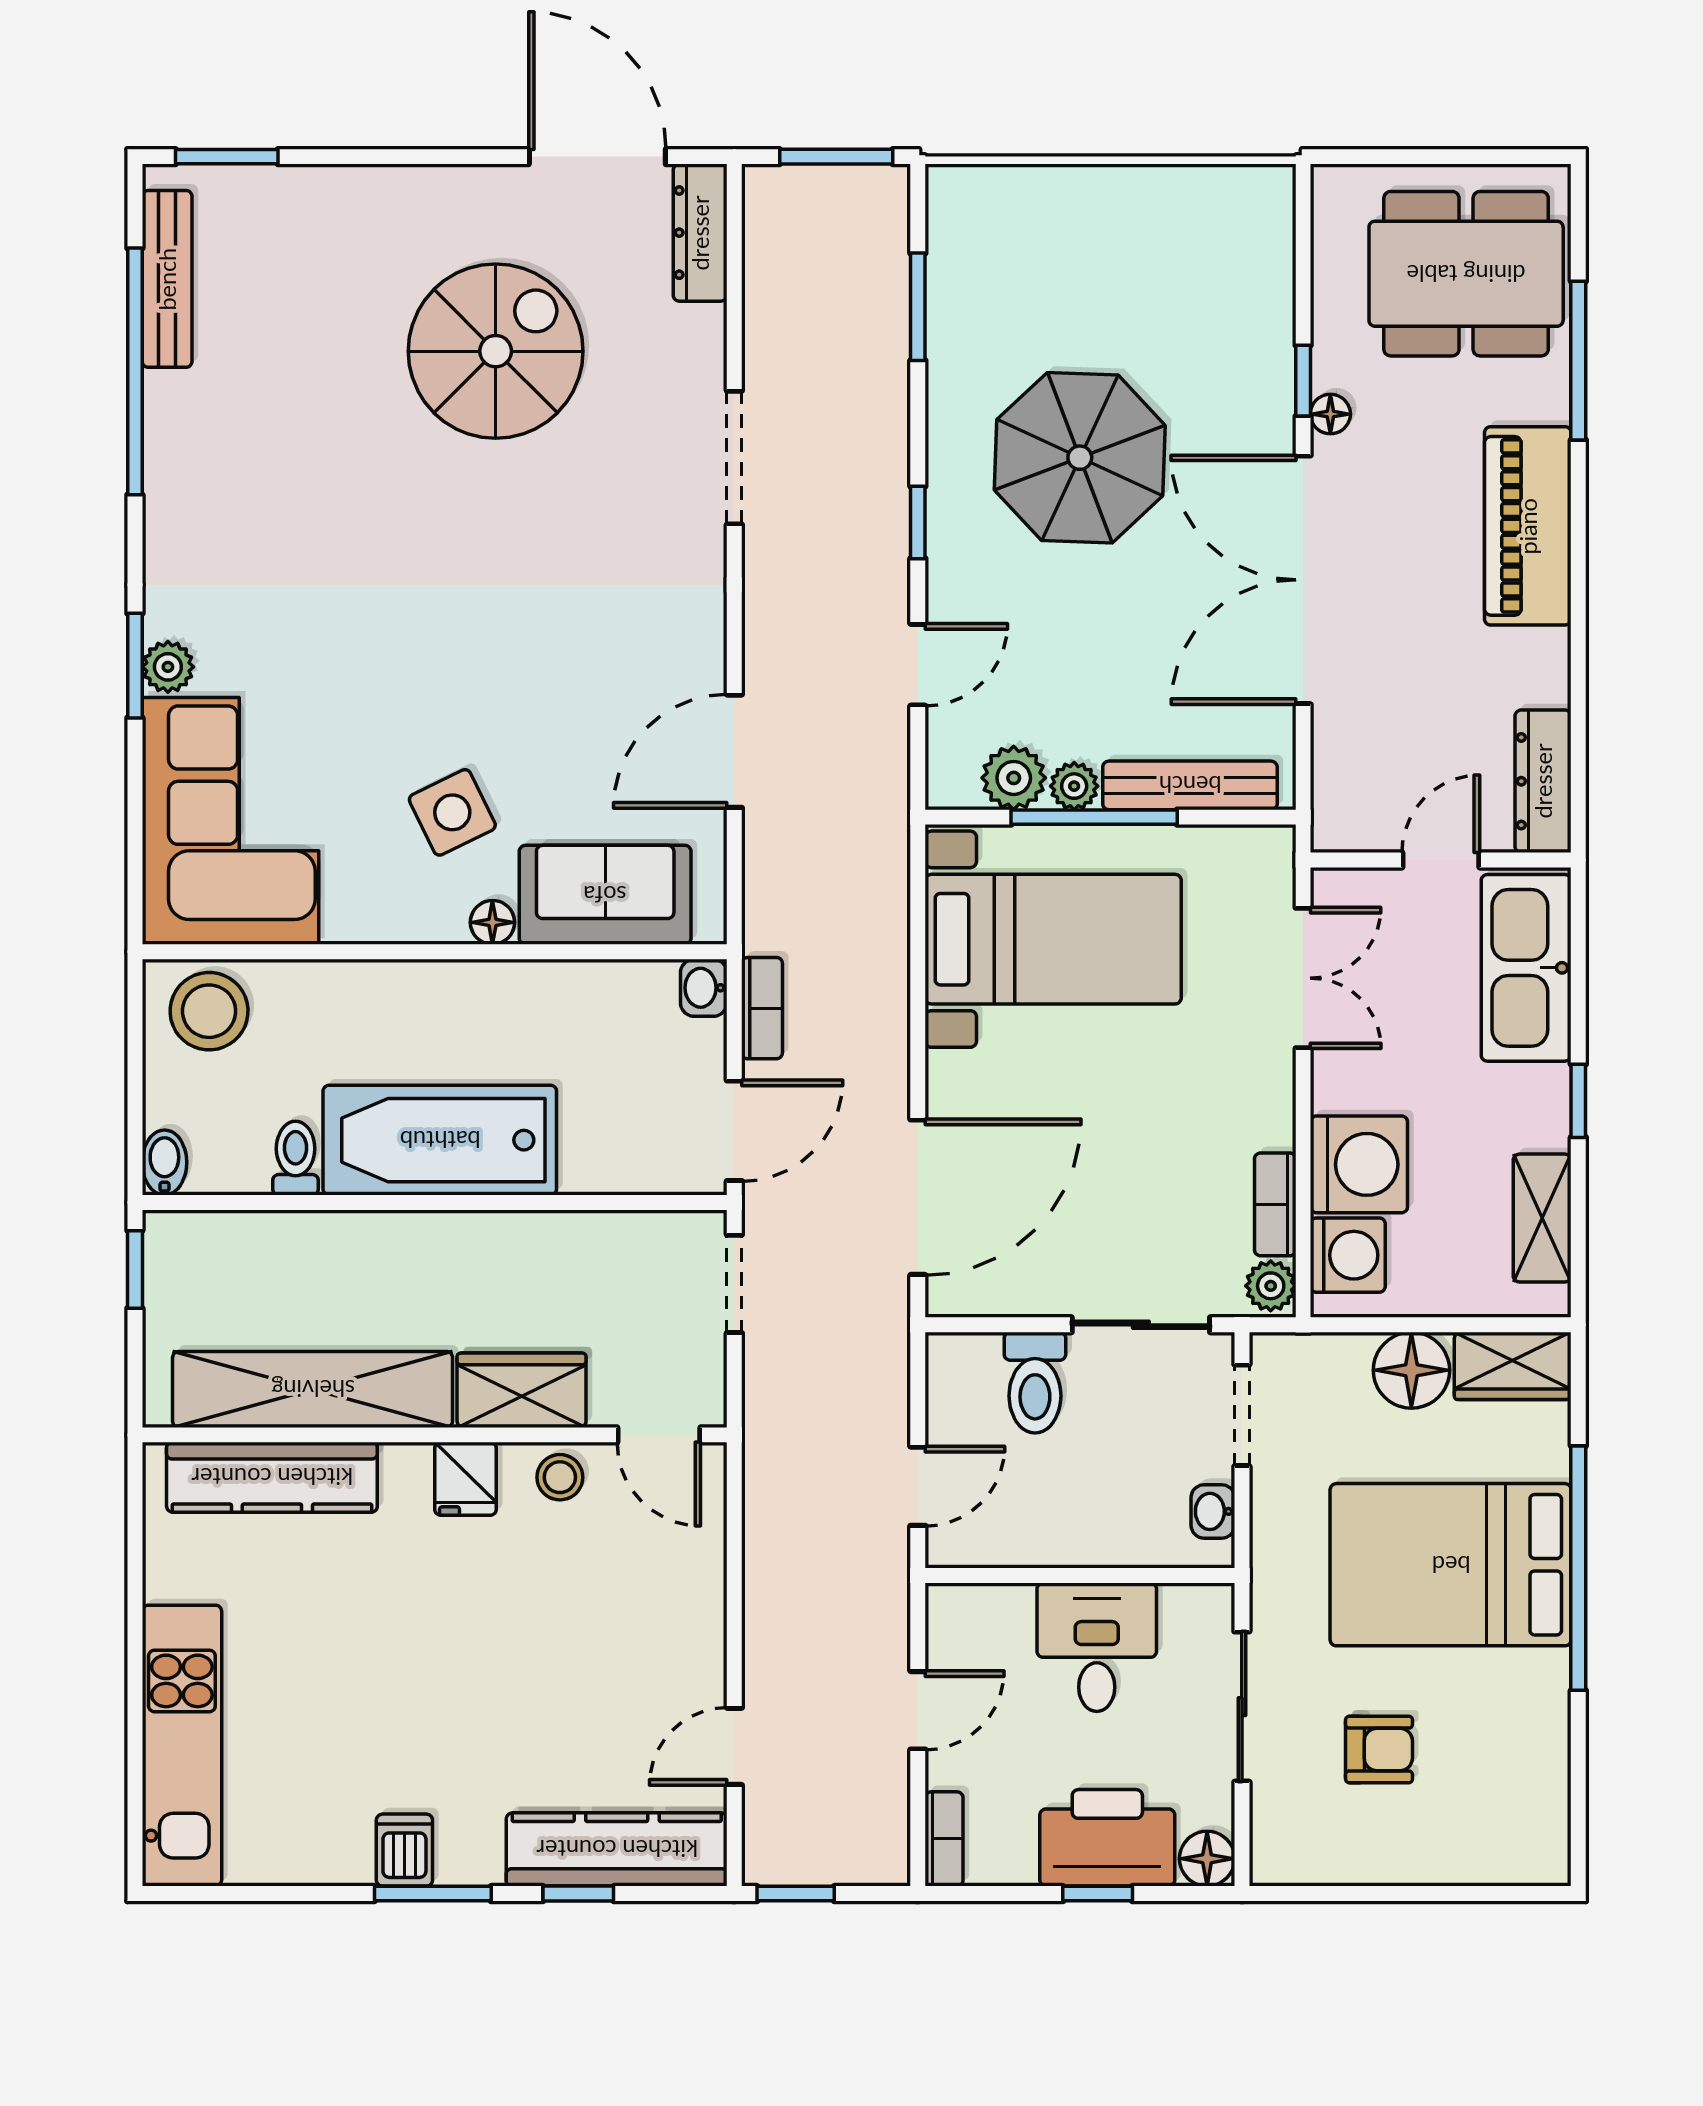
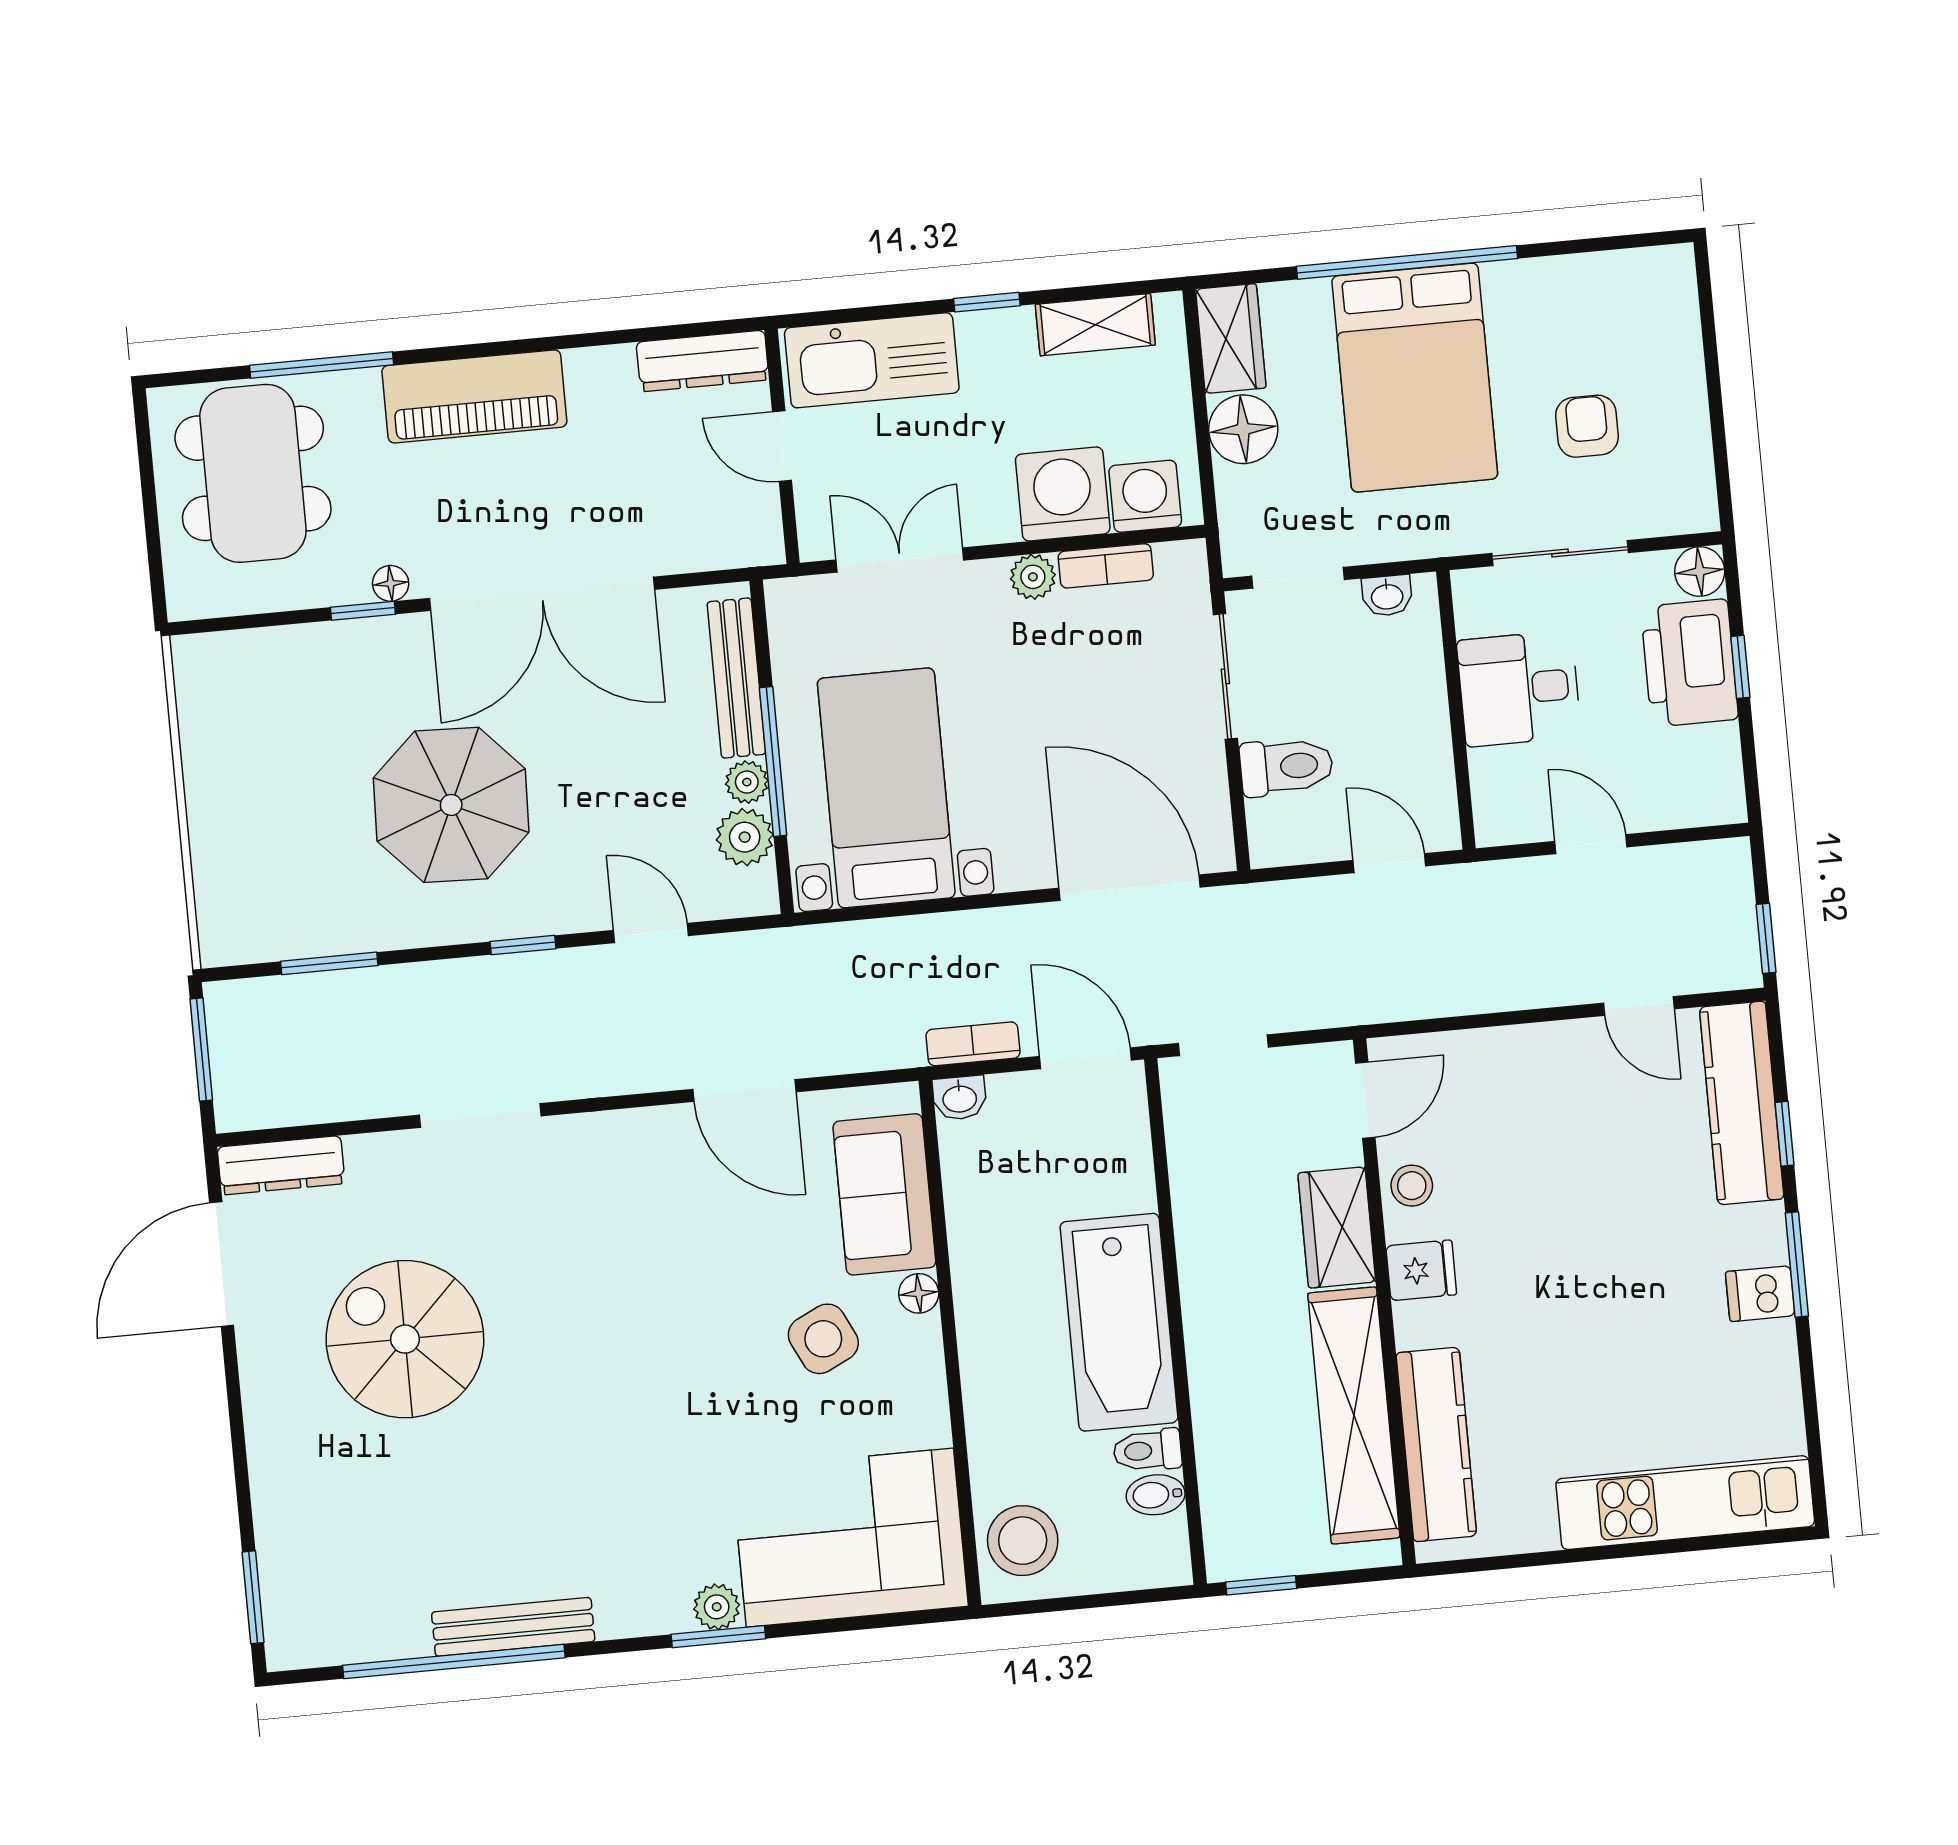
bench: (167, 279) -> (513, 1627), moved
bidet: (164, 1162) -> (1156, 1495), moved
plant: (1271, 1286) -> (1033, 577), moved
bookcase: (944, 1839) -> (1704, 810), removed

